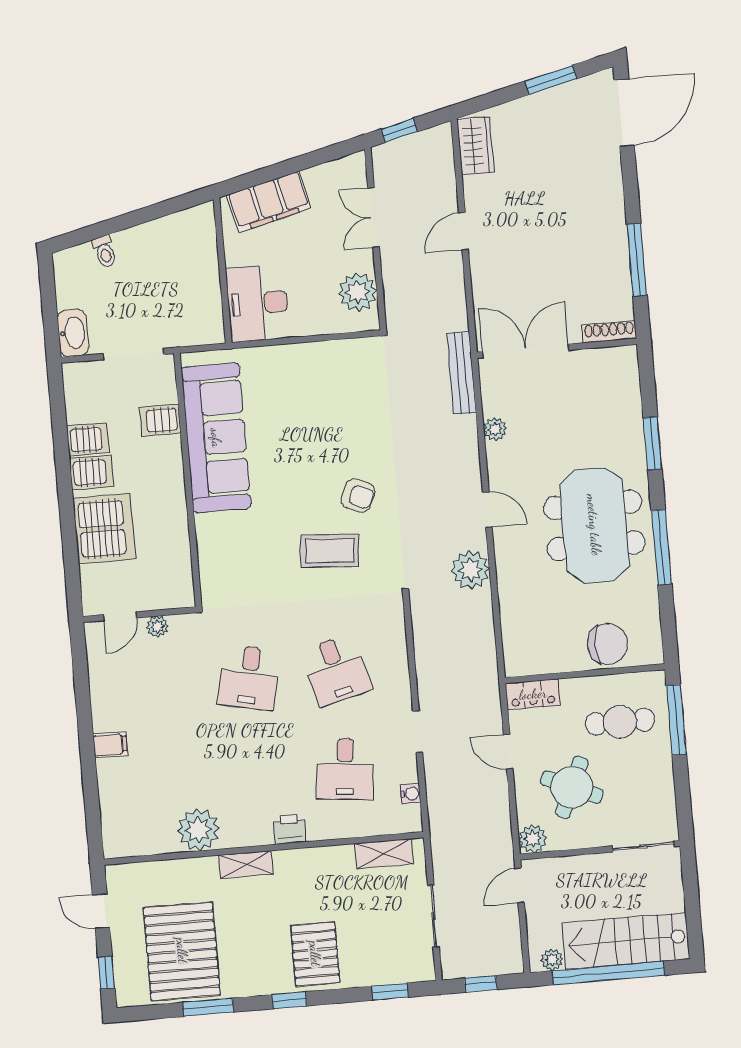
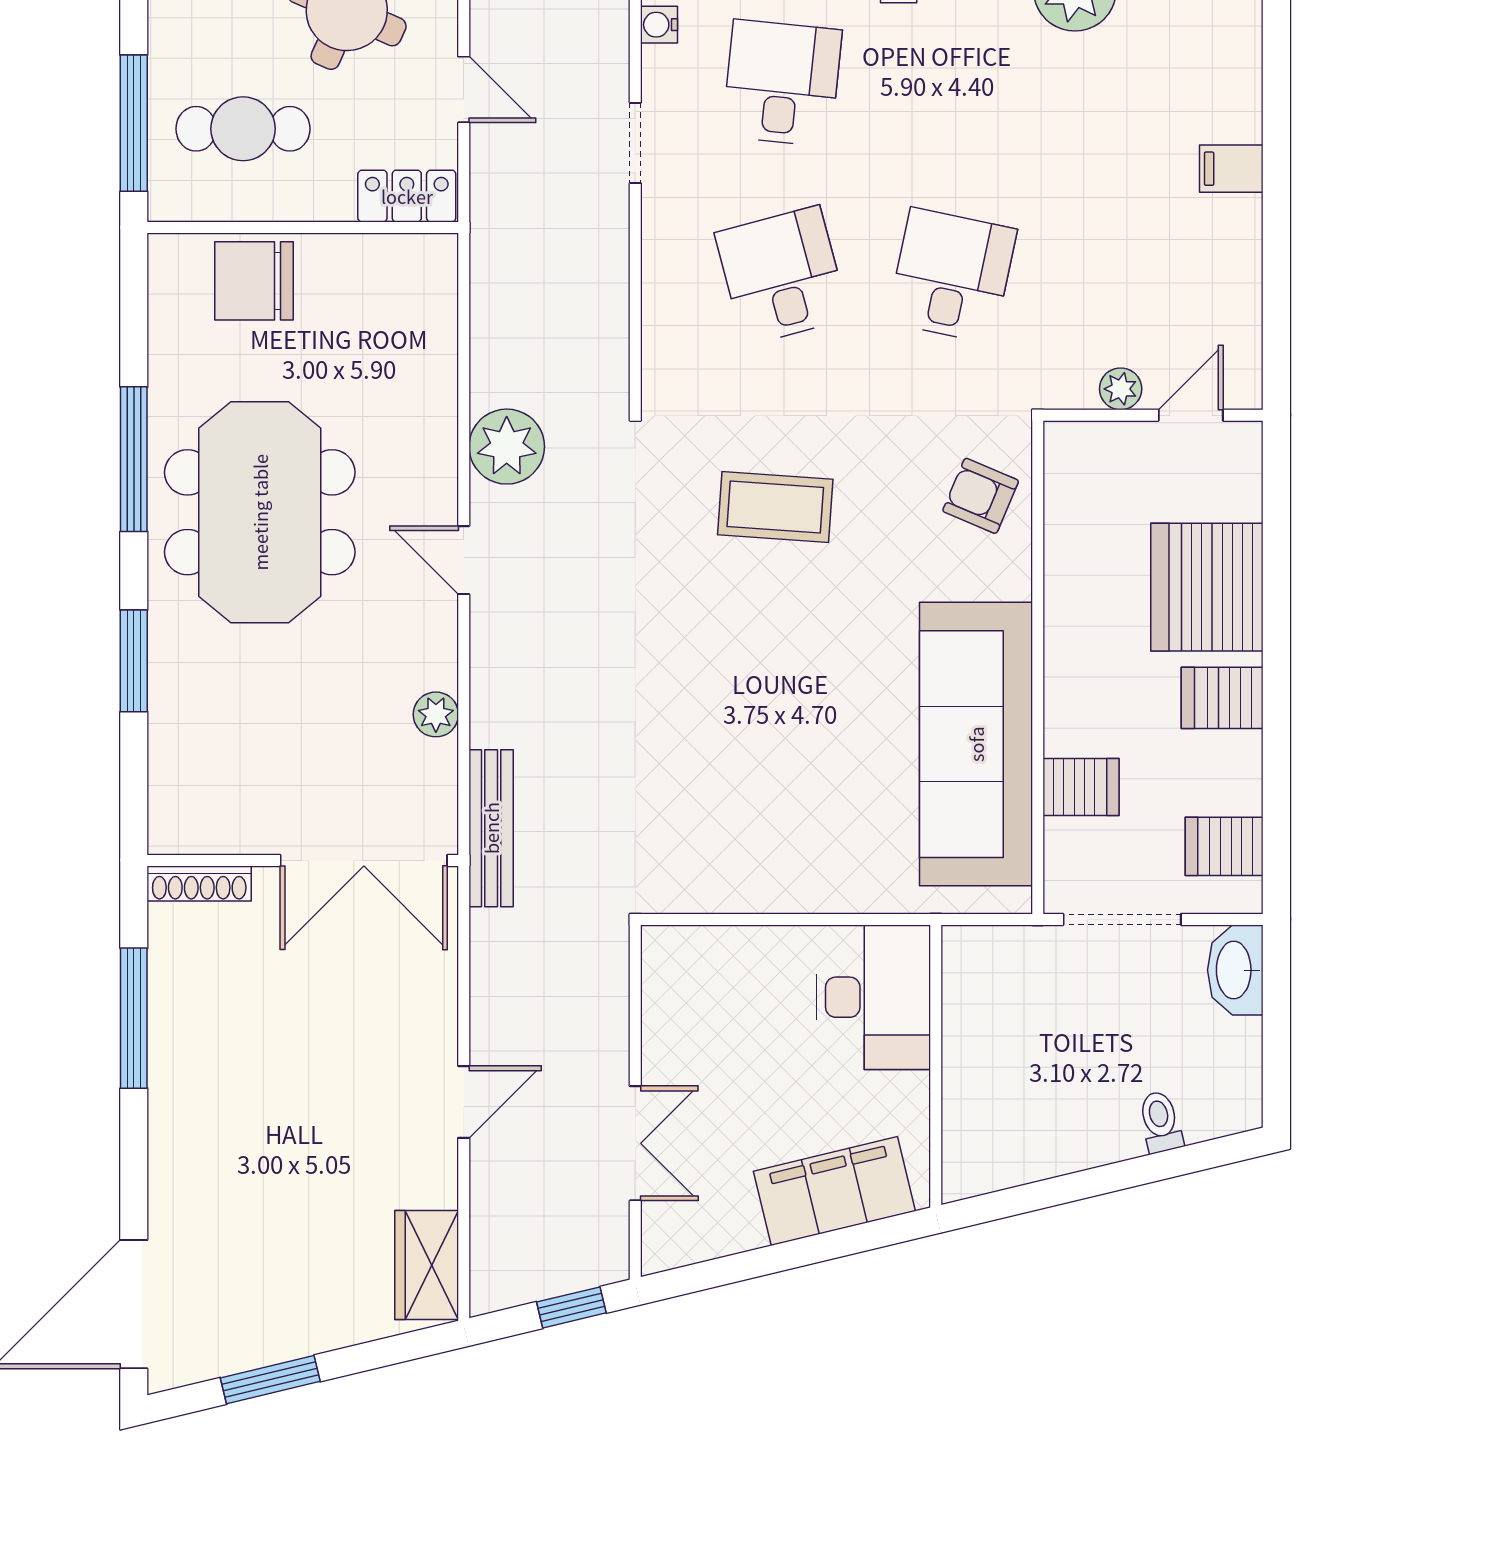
plant: (358, 292) -> (678, 1002), removed
server rack: (88, 439) -> (1224, 846), moved
armchair: (358, 496) -> (981, 496), moved

